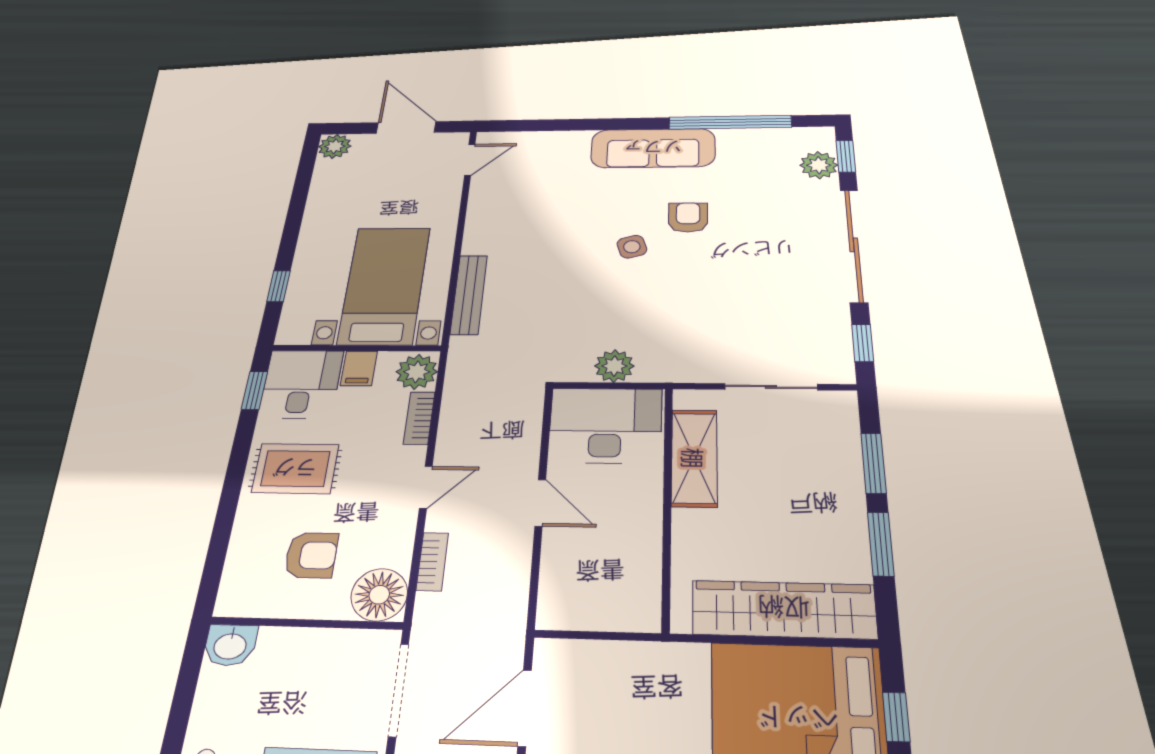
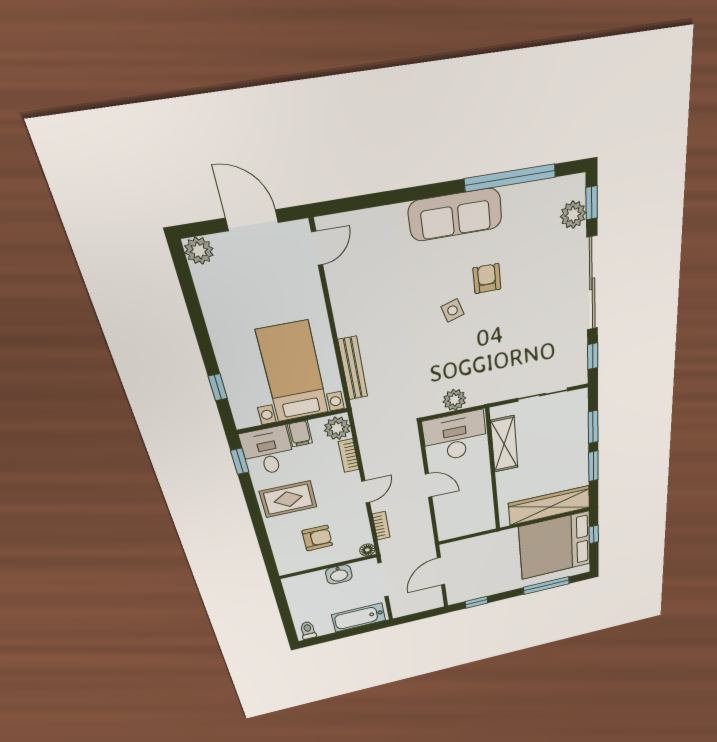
floor lamp: (379, 595) -> (367, 550), width x0.53, depth x0.53
washbasin: (230, 645) -> (339, 574), moved

